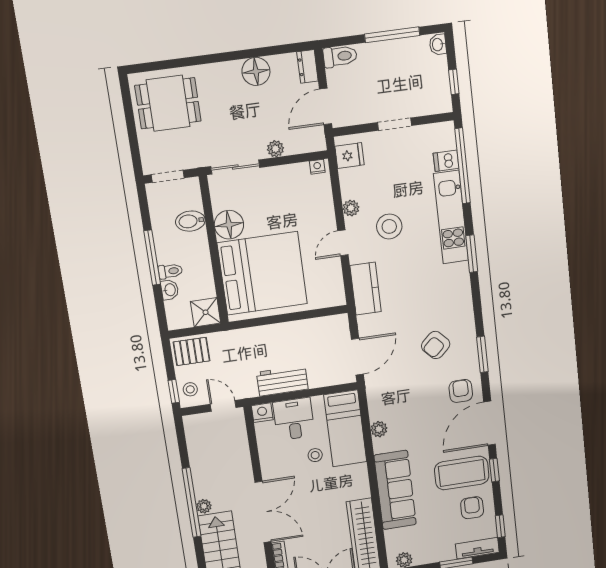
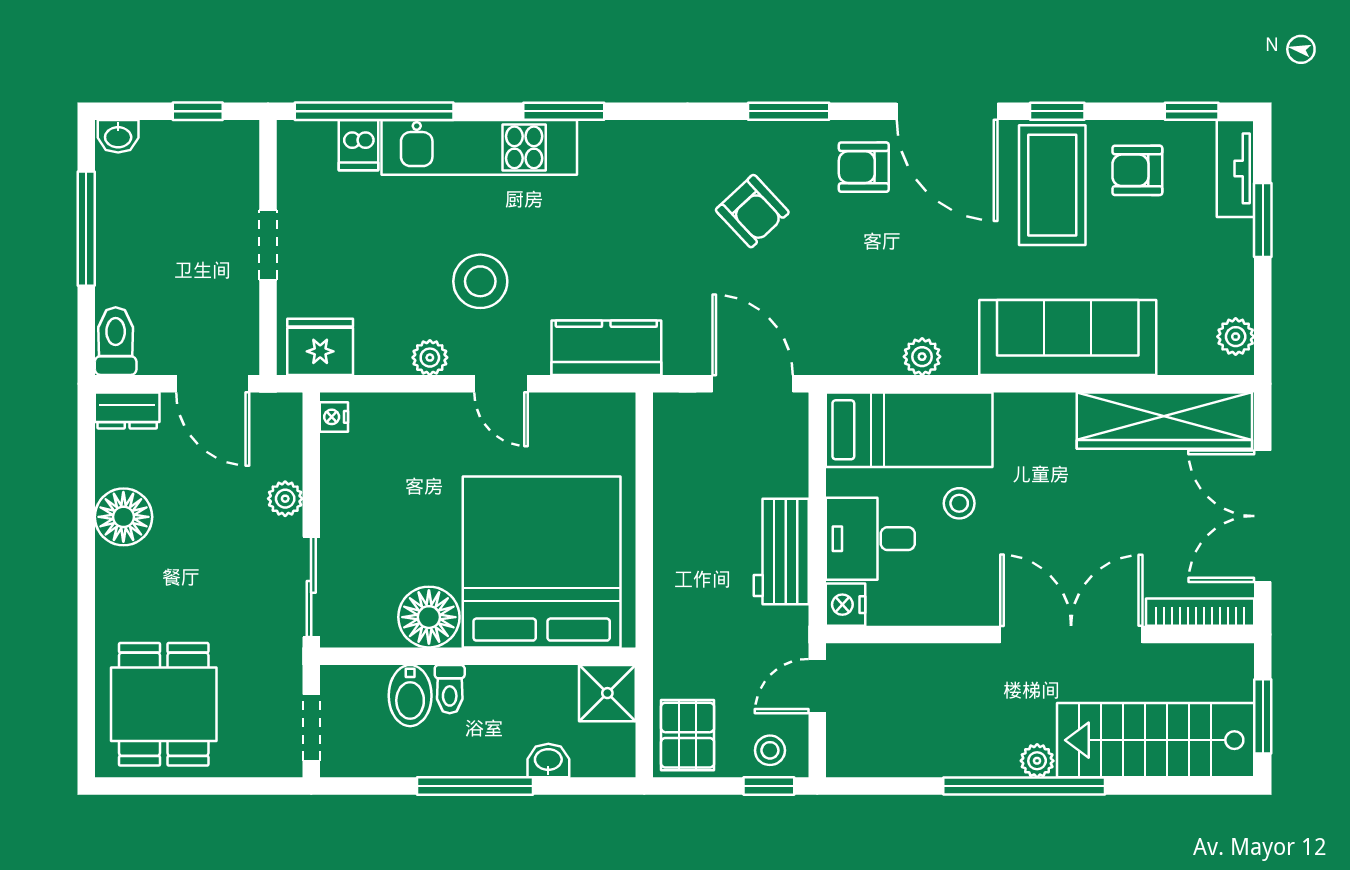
fridge: (350, 156) -> (320, 347), width x1.38
toilet: (170, 271) -> (450, 689), moved, turned 180

